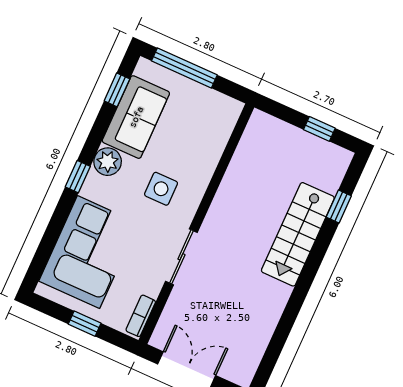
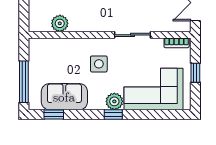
plant: (246, 158) -> (60, 23), added
plant: (108, 162) -> (114, 101), moved

